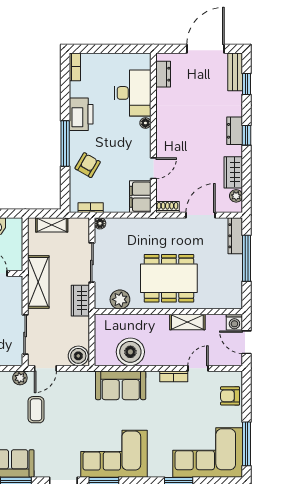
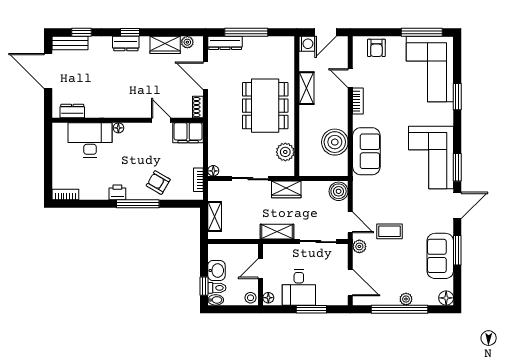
printer: (81, 114) -> (117, 192), width x0.53, depth x0.68
shelving: (38, 282) -> (277, 232), width x0.67, depth x0.75

